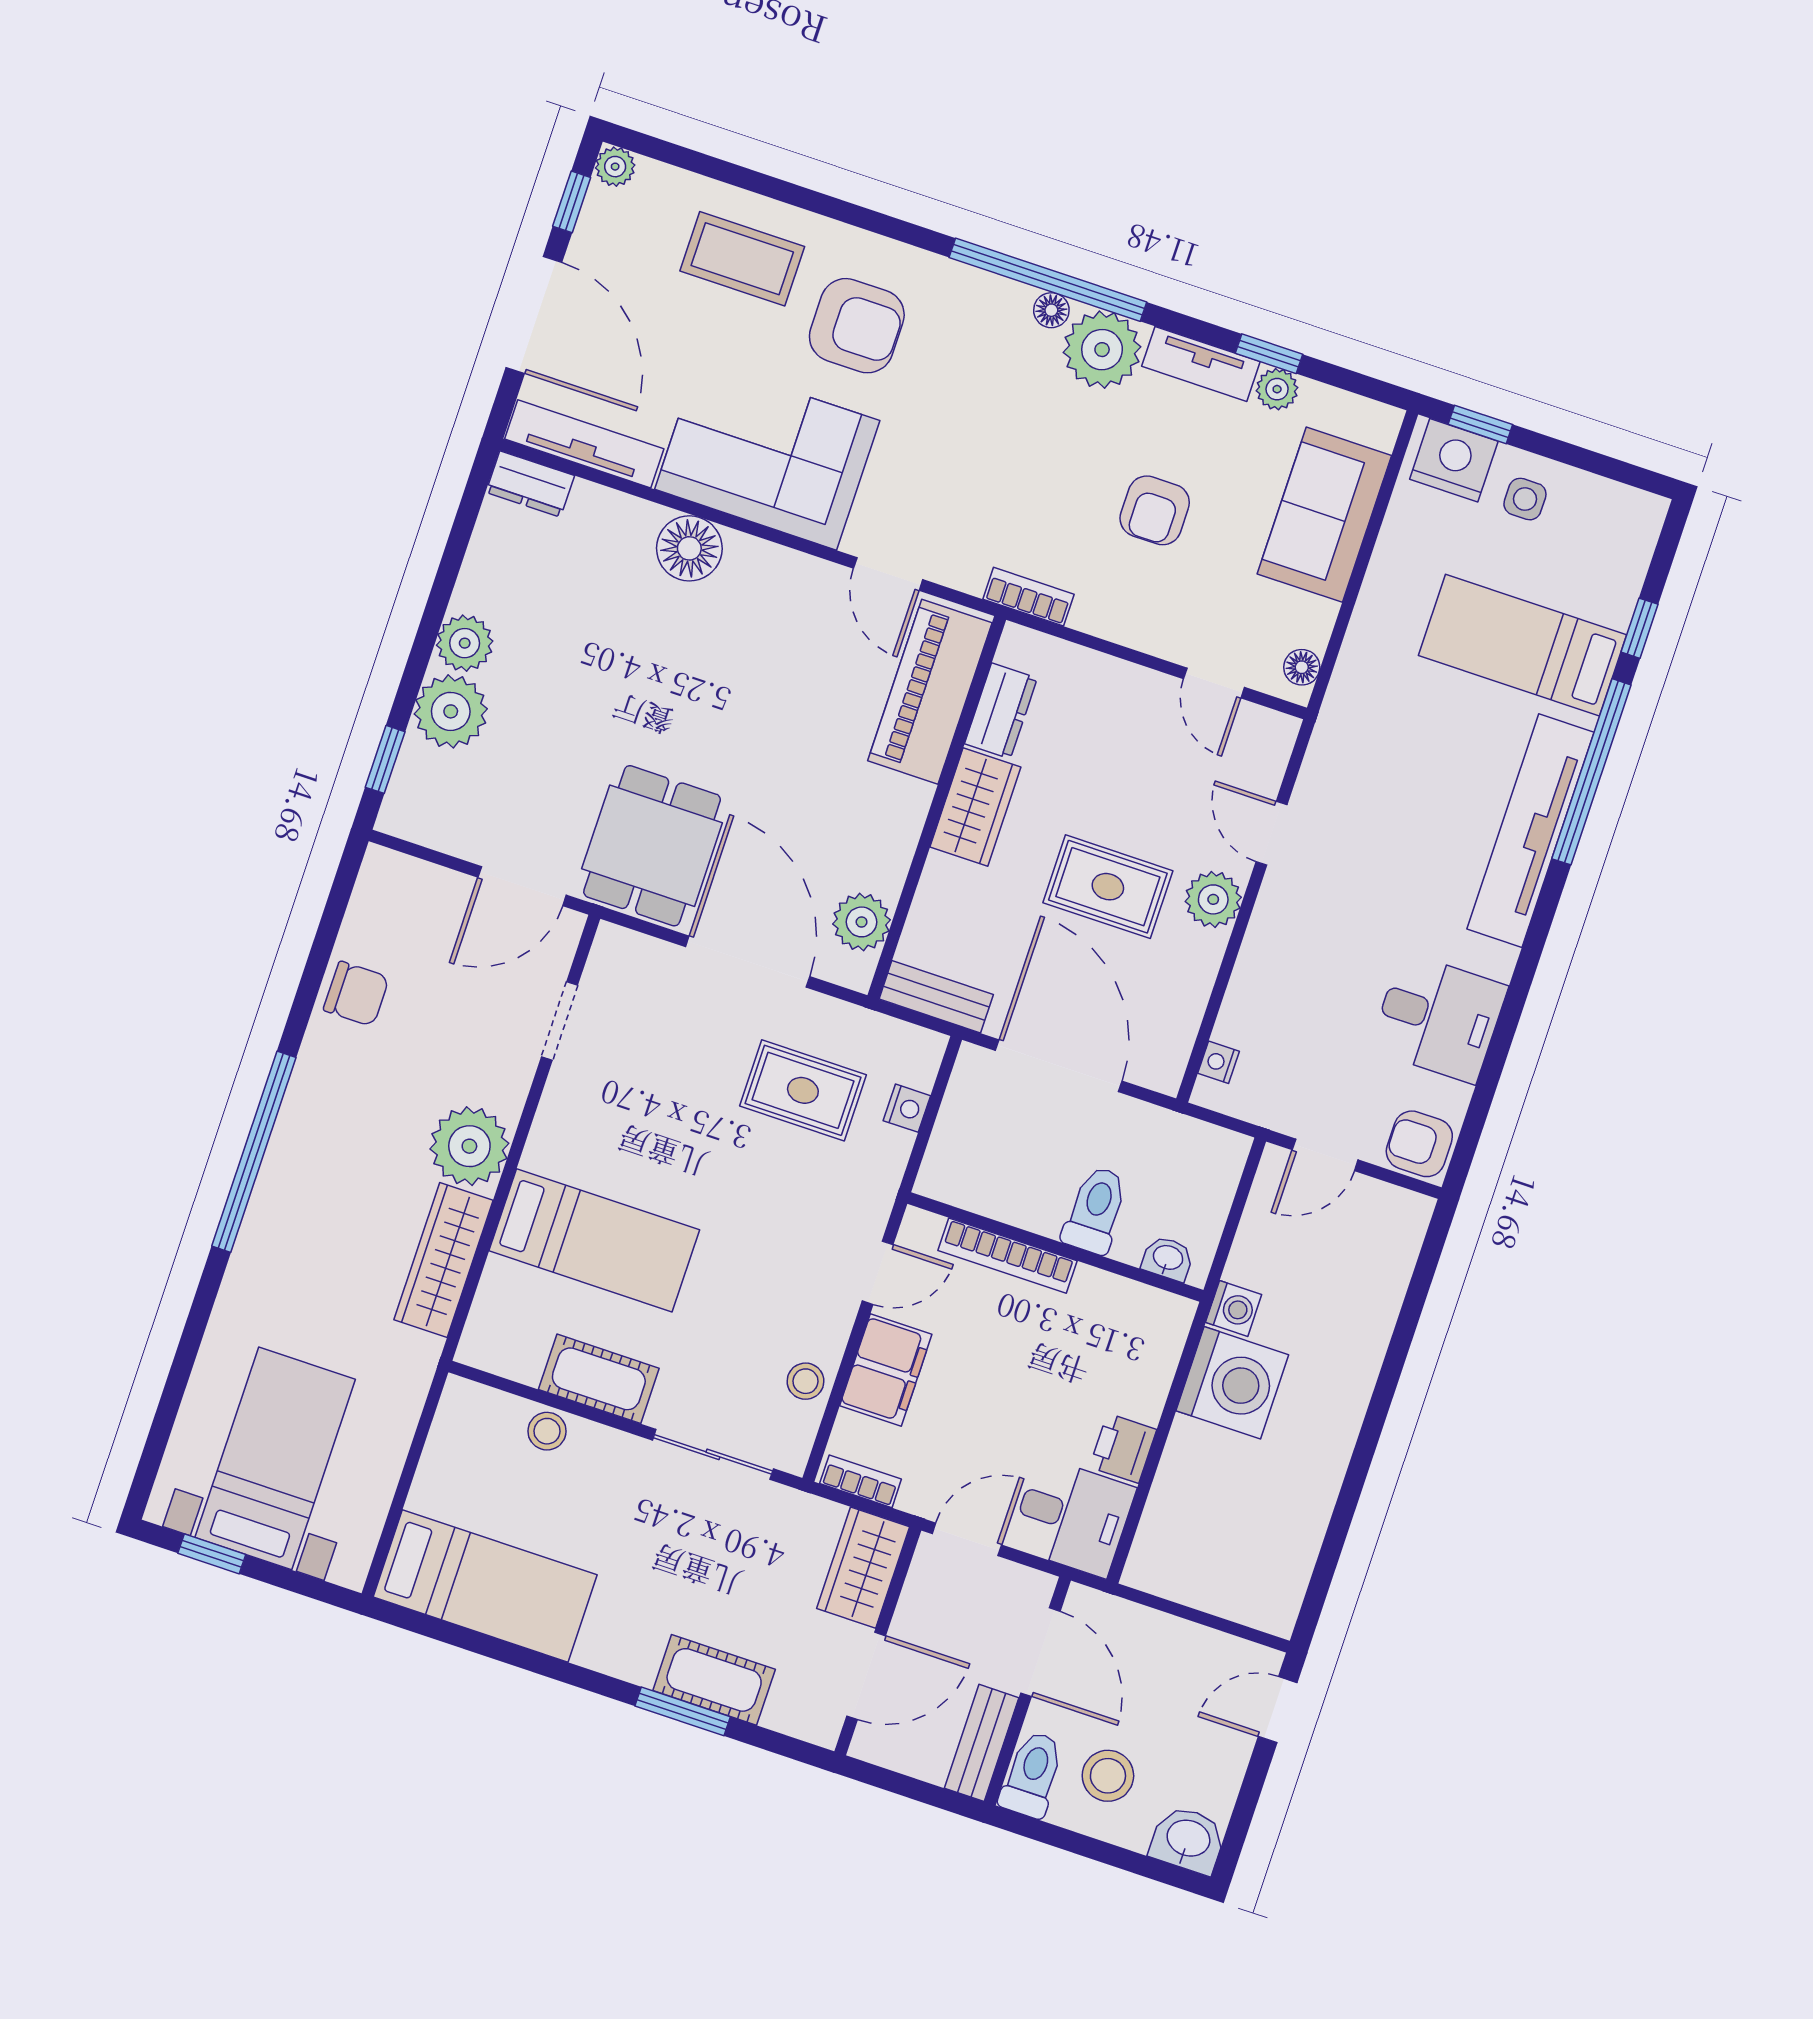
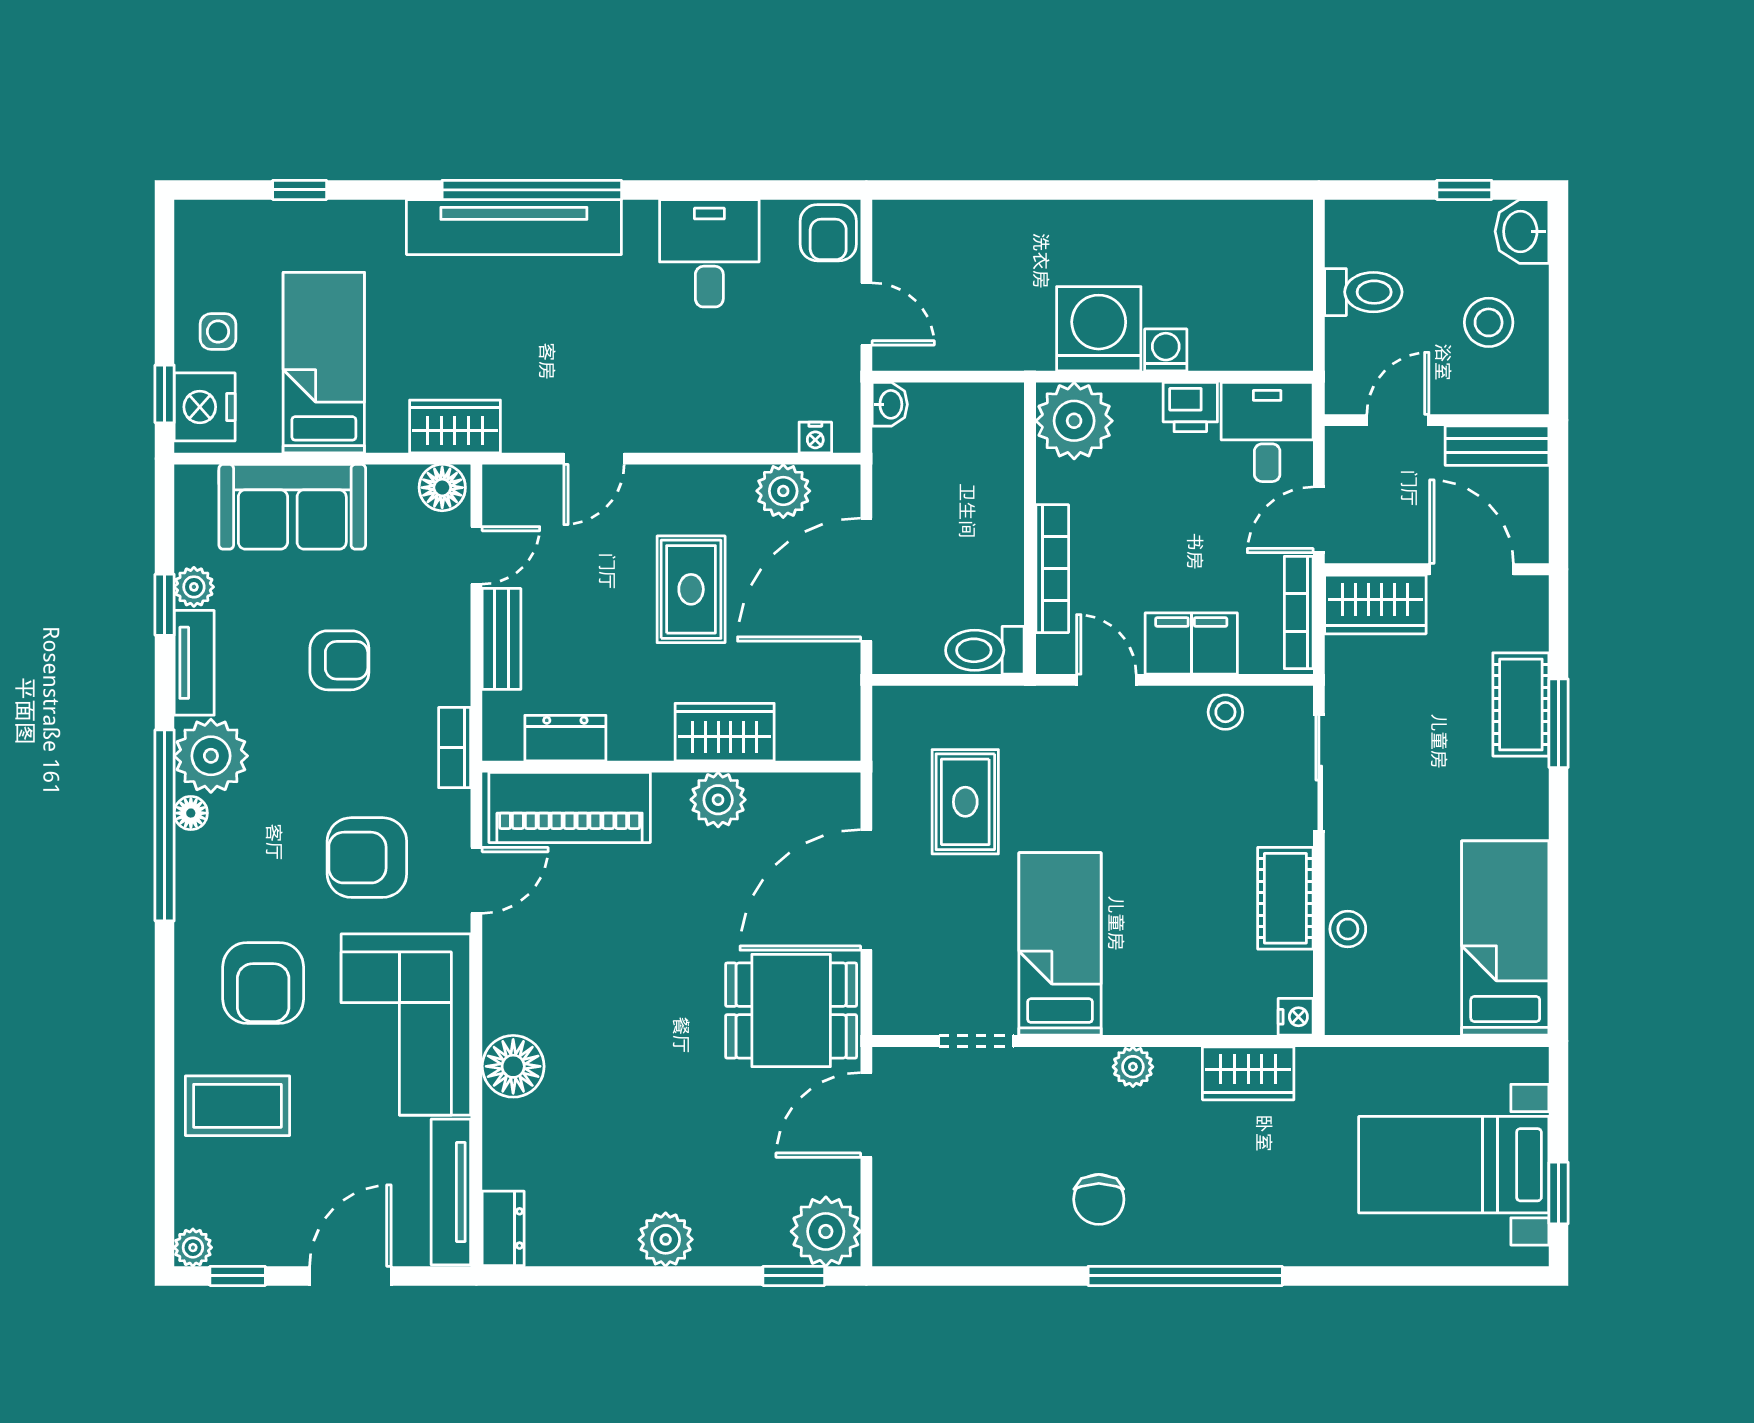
coffee table: (742, 259) -> (237, 1106), turned 90
door: (534, 315) -> (350, 1276), width x0.73
armchair: (857, 326) -> (263, 983), turned 180
armchair: (948, 472) -> (367, 858), added
bed: (1523, 645) -> (324, 363), moved, turned 180
floor lamp: (1302, 667) -> (442, 488), width x1.37, depth x1.37
wardrobe: (1350, 705) -> (455, 426), added
plant: (451, 711) -> (826, 1231), moved
window: (1591, 772) -> (532, 190), moved
wardrobe: (975, 807) -> (725, 732), moved
door: (522, 886) -> (866, 1115), swing flipped
plant: (1213, 899) -> (783, 491), moved
plant: (862, 922) -> (718, 800), moved
chair: (356, 994) -> (1099, 1199), moved, turned 180
bench: (936, 997) -> (502, 639), moved
nightstand: (907, 1108) -> (1296, 1017), moved, turned 90
plant: (469, 1146) -> (1133, 1067), width x0.53, depth x0.53
toilet: (1095, 1210) -> (985, 650), moved
bed: (594, 1240) -> (1060, 944), moved
washbasin: (1168, 1258) -> (890, 404), moved, turned 180
wardrobe: (443, 1260) -> (1248, 1073), width x0.67
washing machine: (1234, 1308) -> (1166, 350), moved
plant: (1148, 1327) -> (1074, 421), added
bookcase: (861, 1481) -> (1299, 612), width x1.56
door: (967, 1539) -> (1319, 520), hinge flipped
door: (1040, 1652) -> (1398, 420), width x0.73
door: (1278, 1710) -> (1378, 190), removed
toilet: (1032, 1774) -> (1363, 292), moved, turned 180
window: (1249, 1796) -> (1464, 190), added

